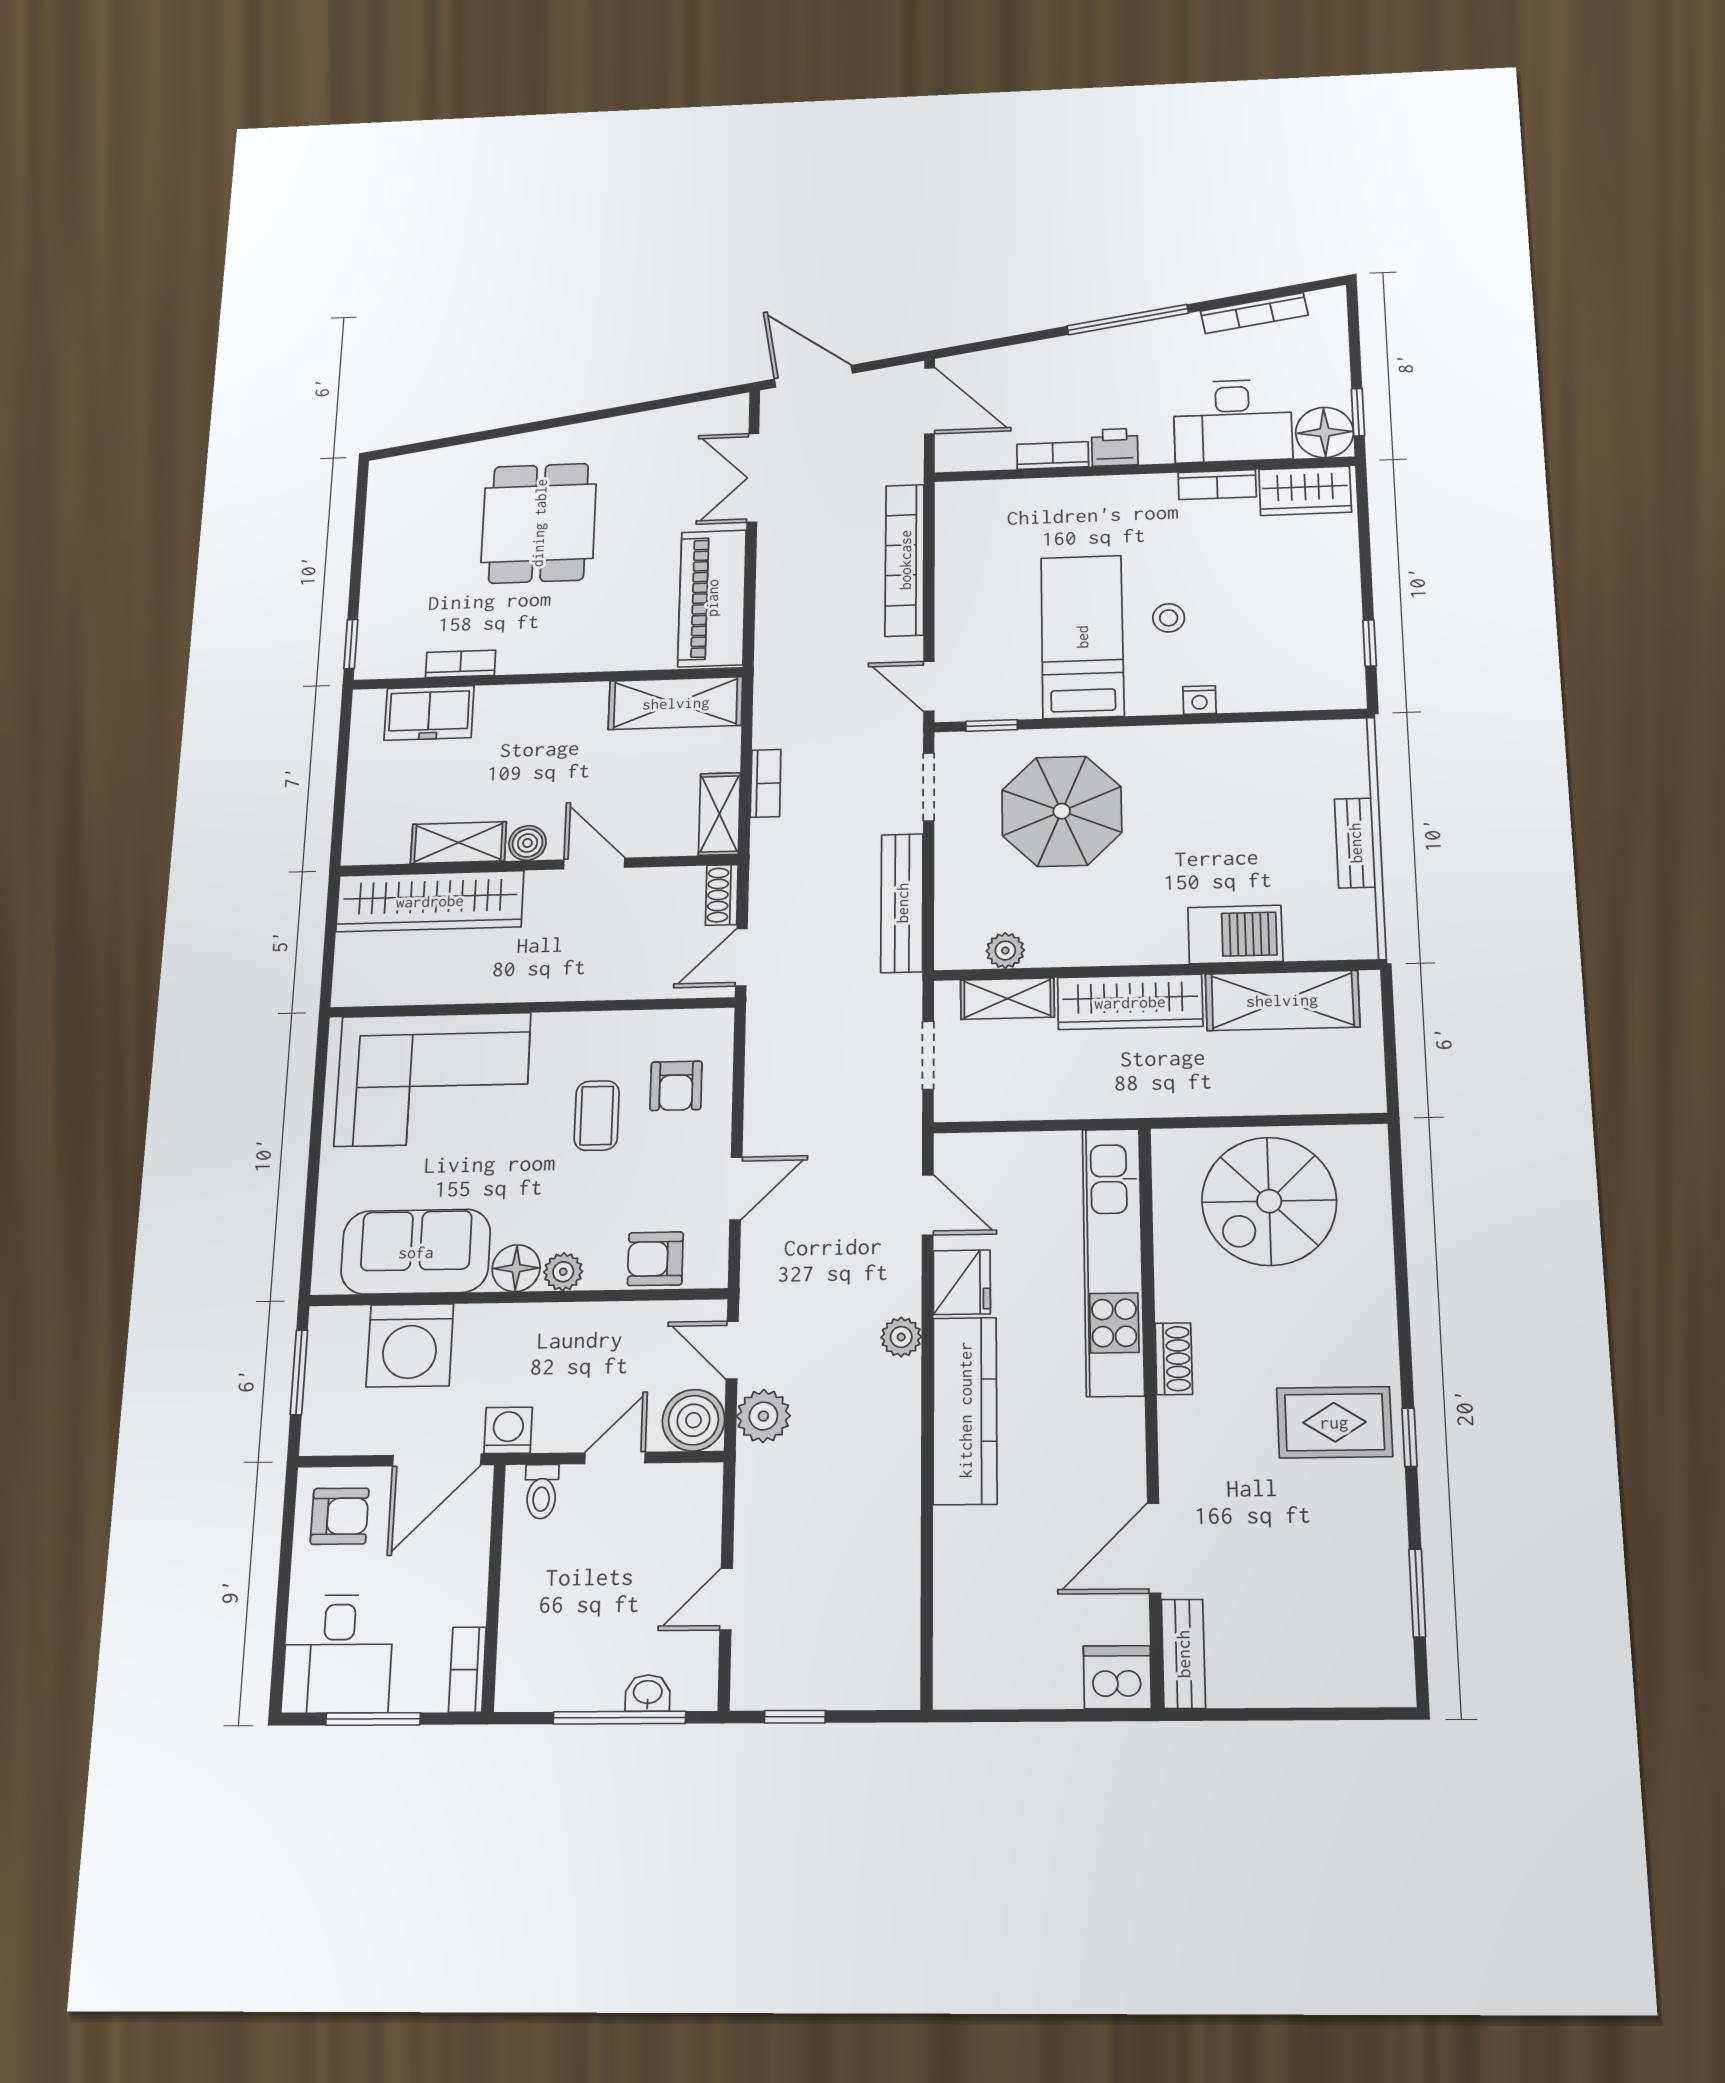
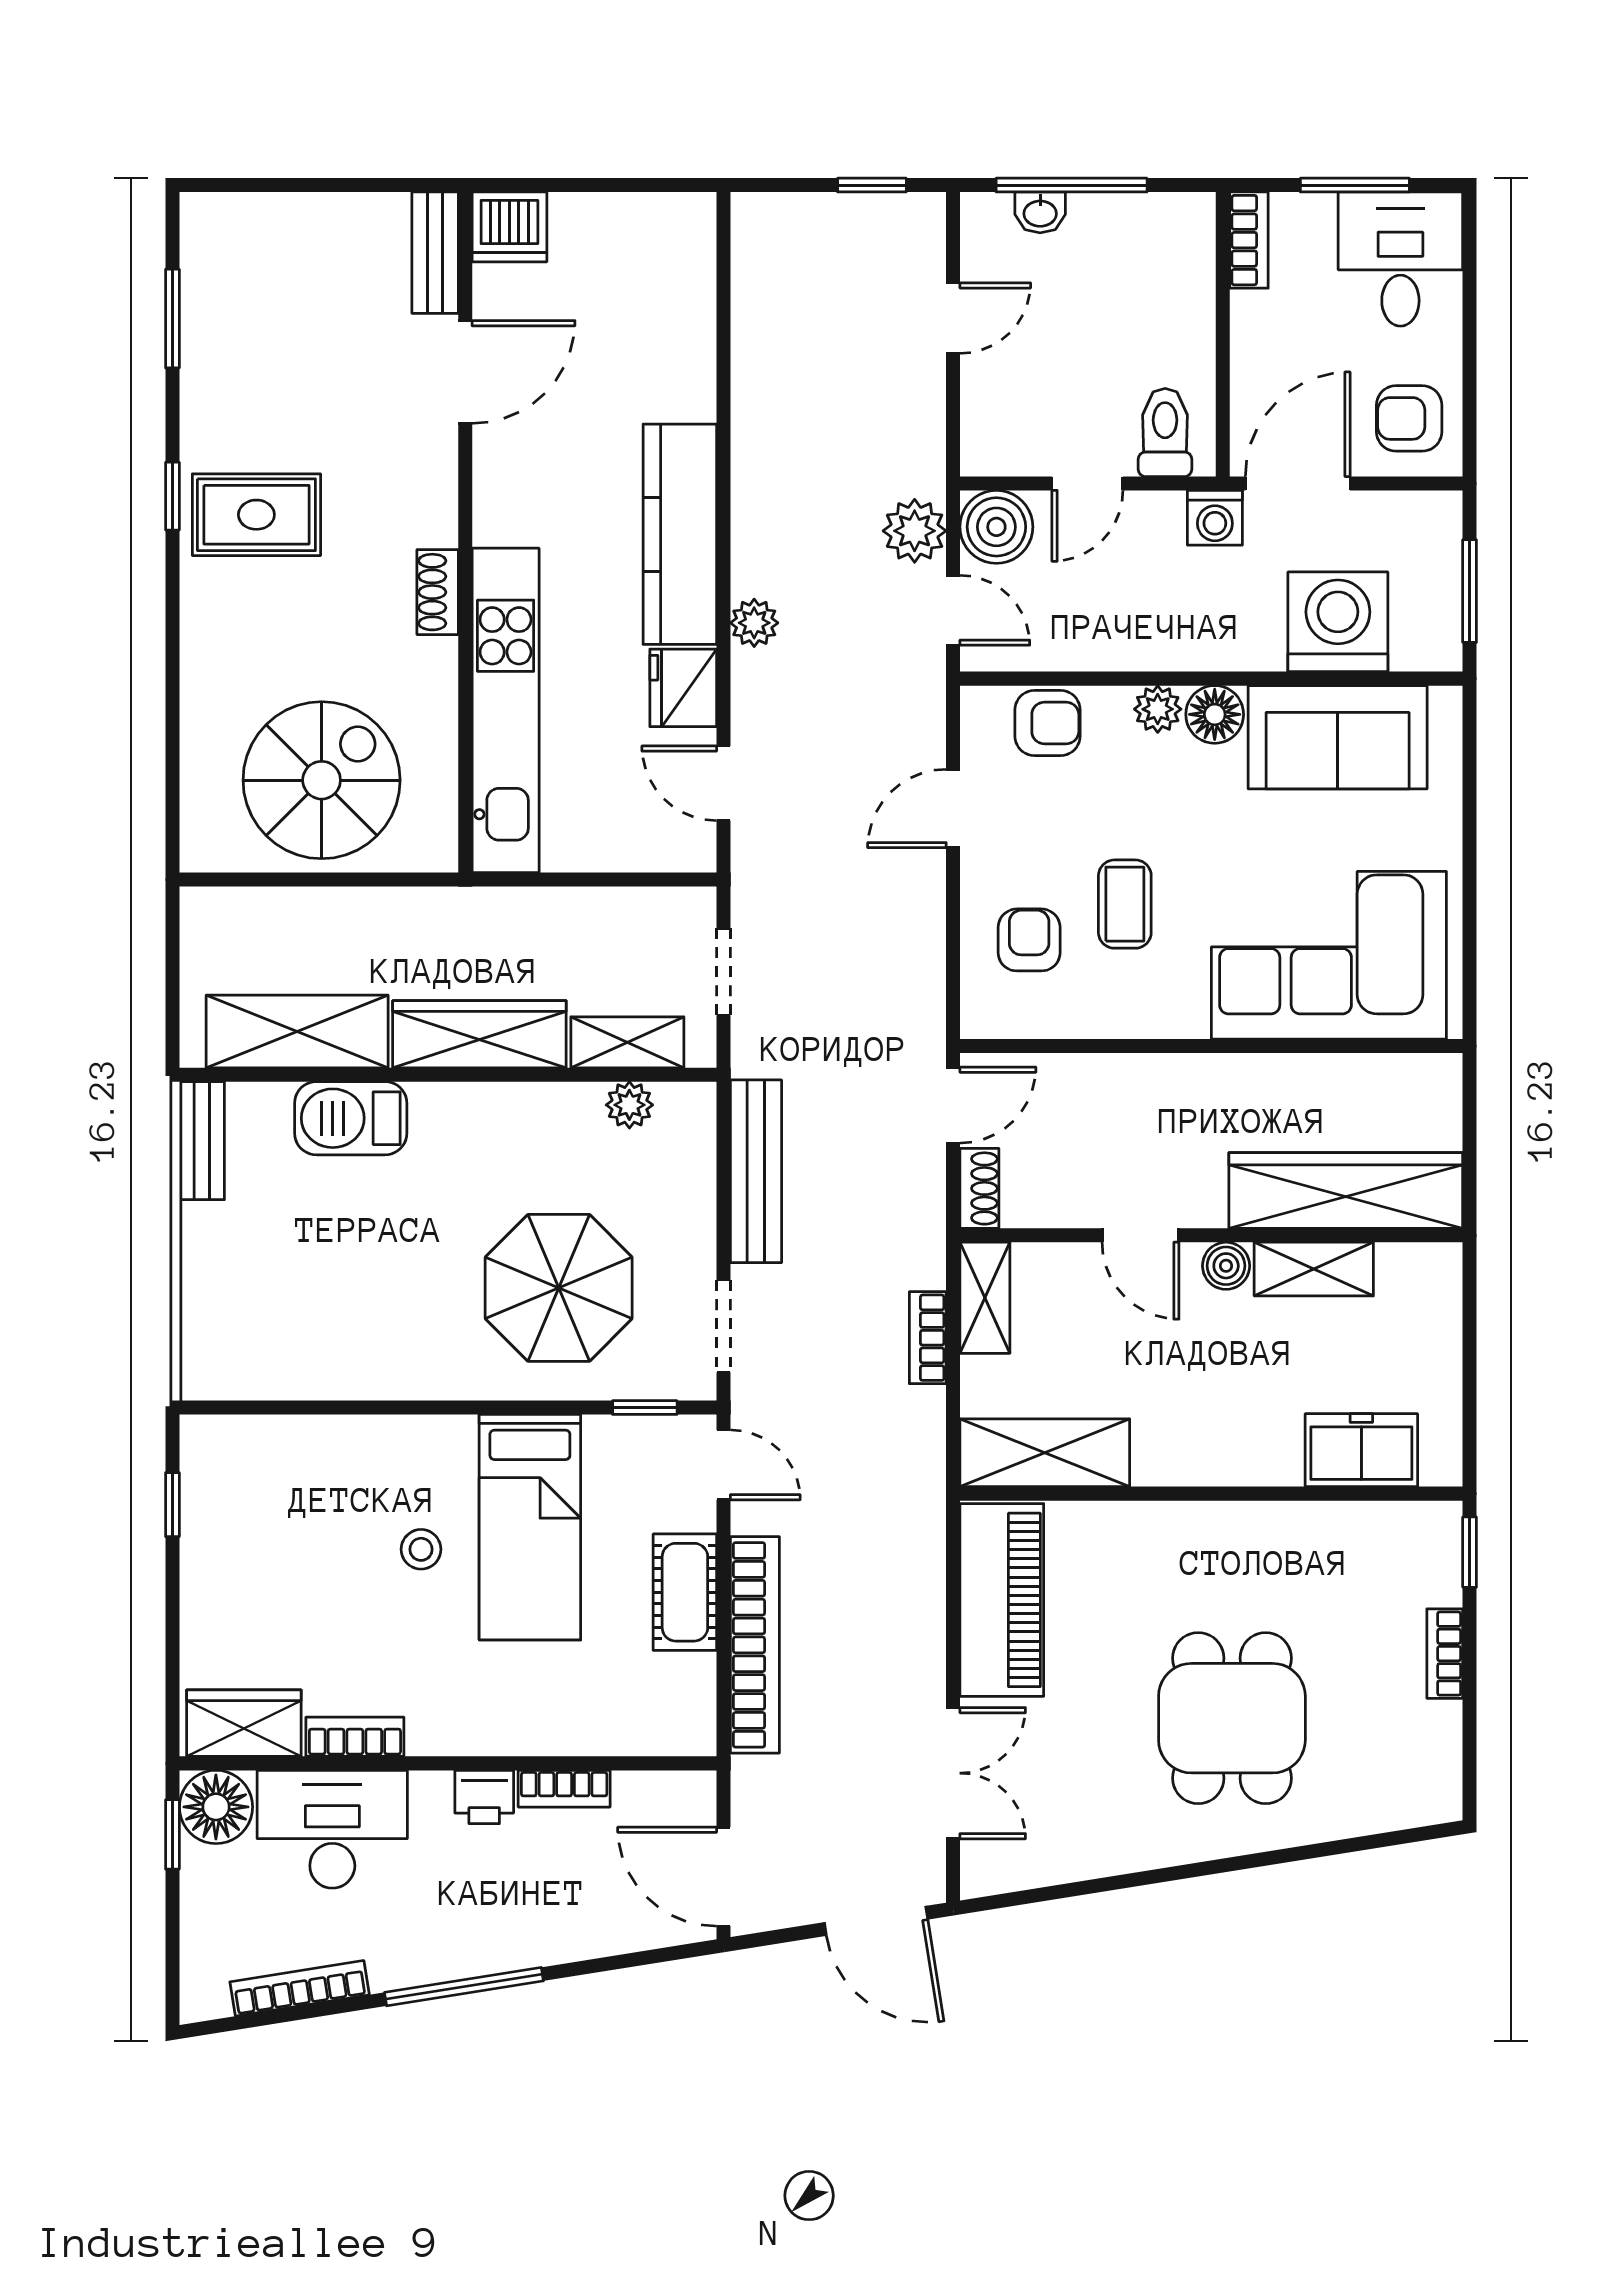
cot: (959, 595) -> (685, 1592), added
bookcase: (461, 664) -> (1445, 1654), moved, turned 90
nightstand: (1199, 700) -> (385, 1434), removed
bench: (1355, 843) -> (202, 1141), moved
toilet: (541, 1492) -> (1165, 433), width x1.37, depth x1.39

